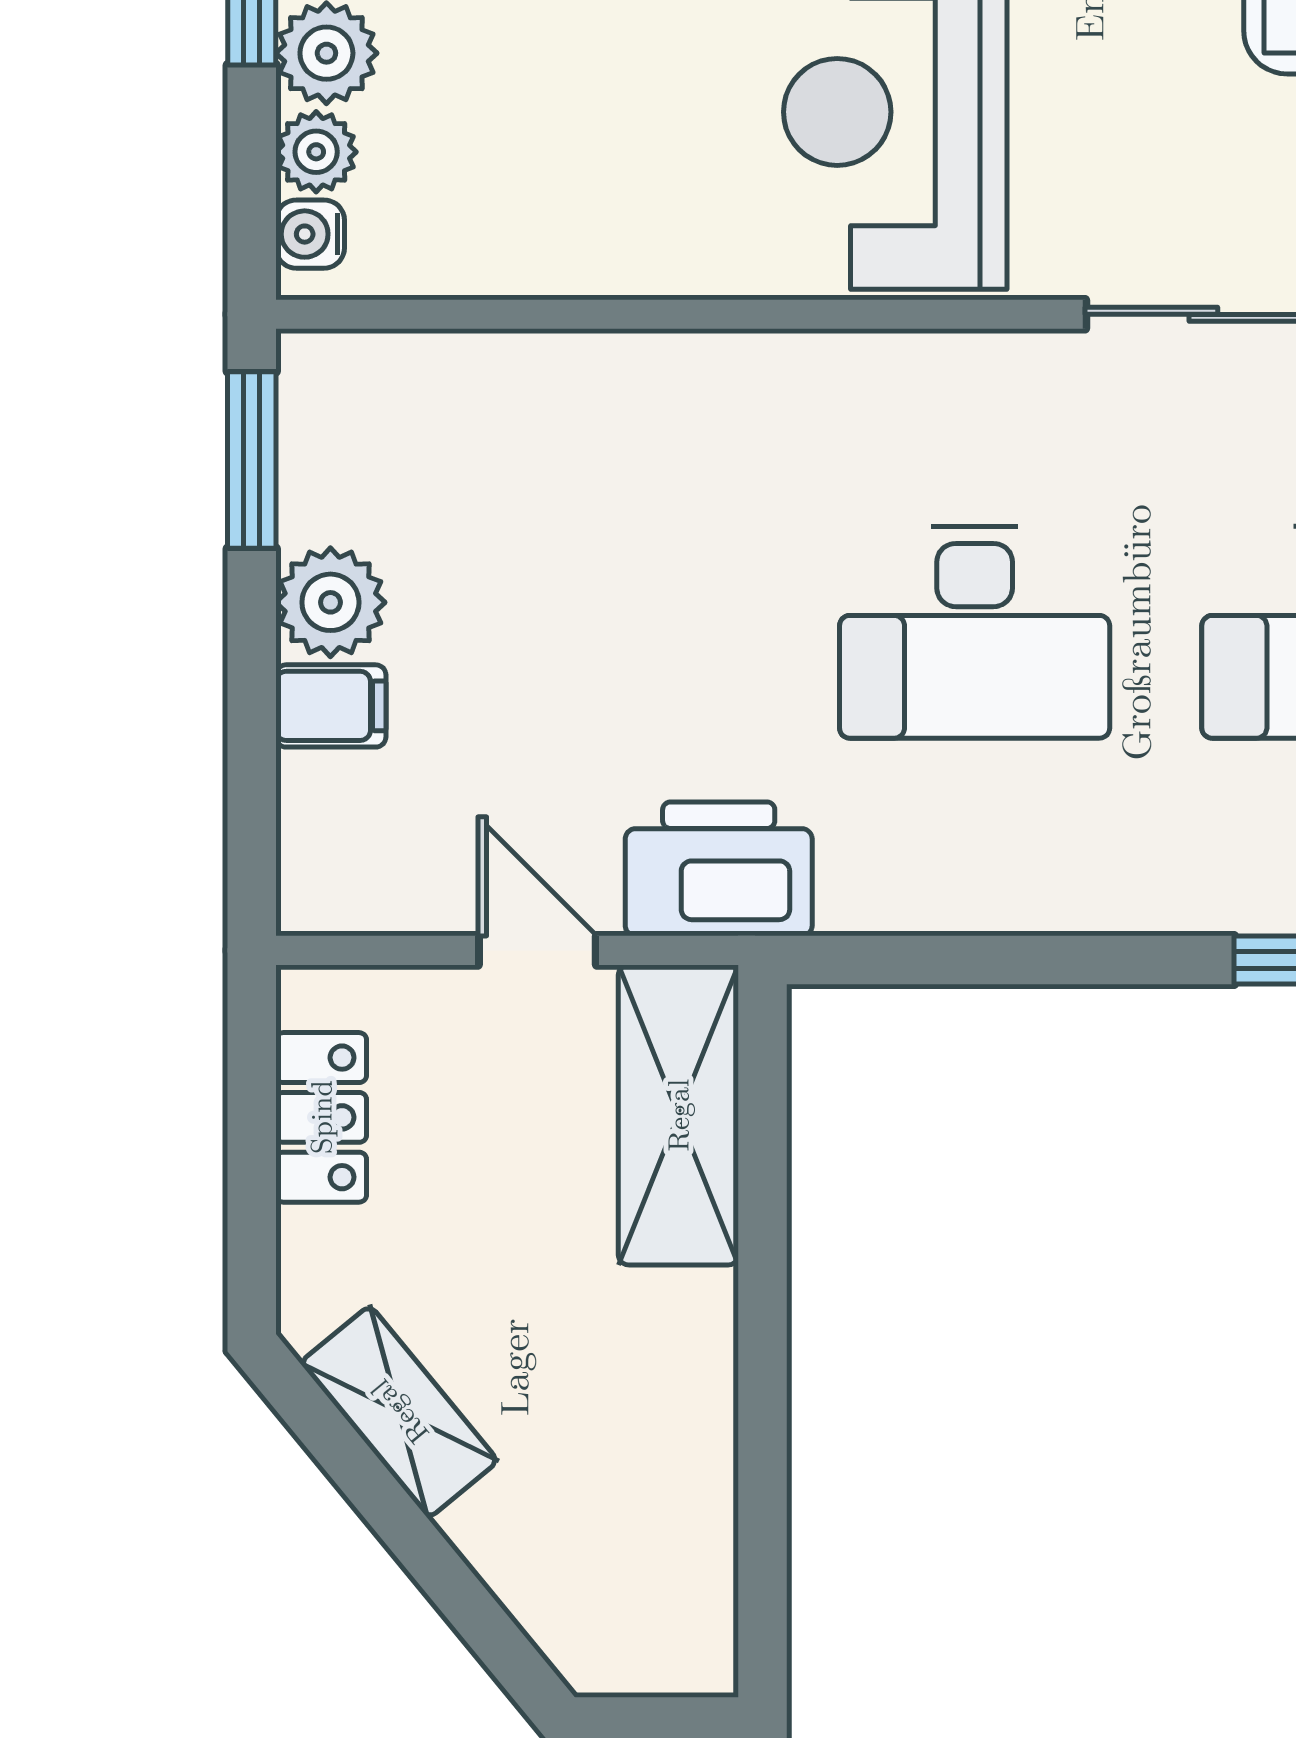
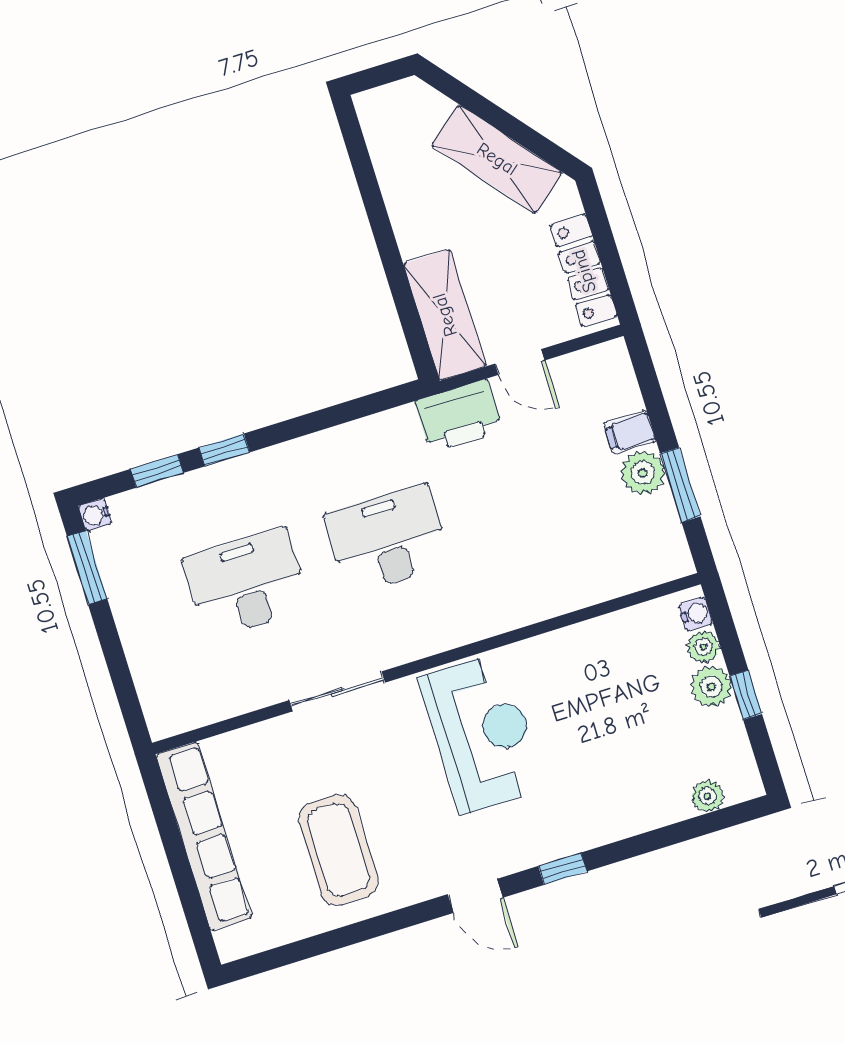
window: (252, 460) -> (680, 485), moved
locker: (321, 1117) -> (584, 271), width x1.53
shelving: (399, 1412) -> (497, 159), width x1.50, depth x1.33

